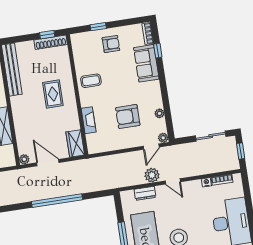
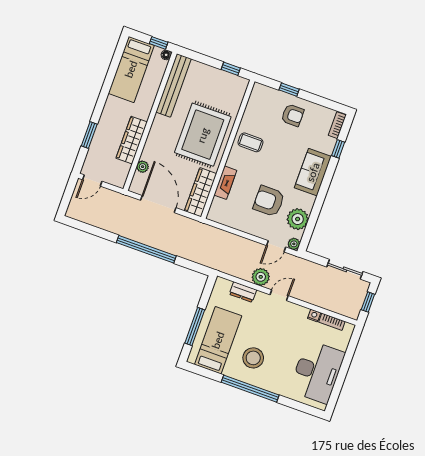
shoe rack: (51, 42) -> (230, 79), removed
sofa: (146, 63) -> (313, 172), moved
rug: (53, 94) -> (203, 135), width x1.86, depth x2.06
plant: (160, 113) -> (298, 219), width x1.88, depth x1.88
wardrobe: (75, 143) -> (201, 192), width x1.50
plant: (24, 159) -> (143, 167), moved
door: (48, 163) -> (158, 204), width x1.36
door: (173, 181) -> (279, 295), swing flipped

